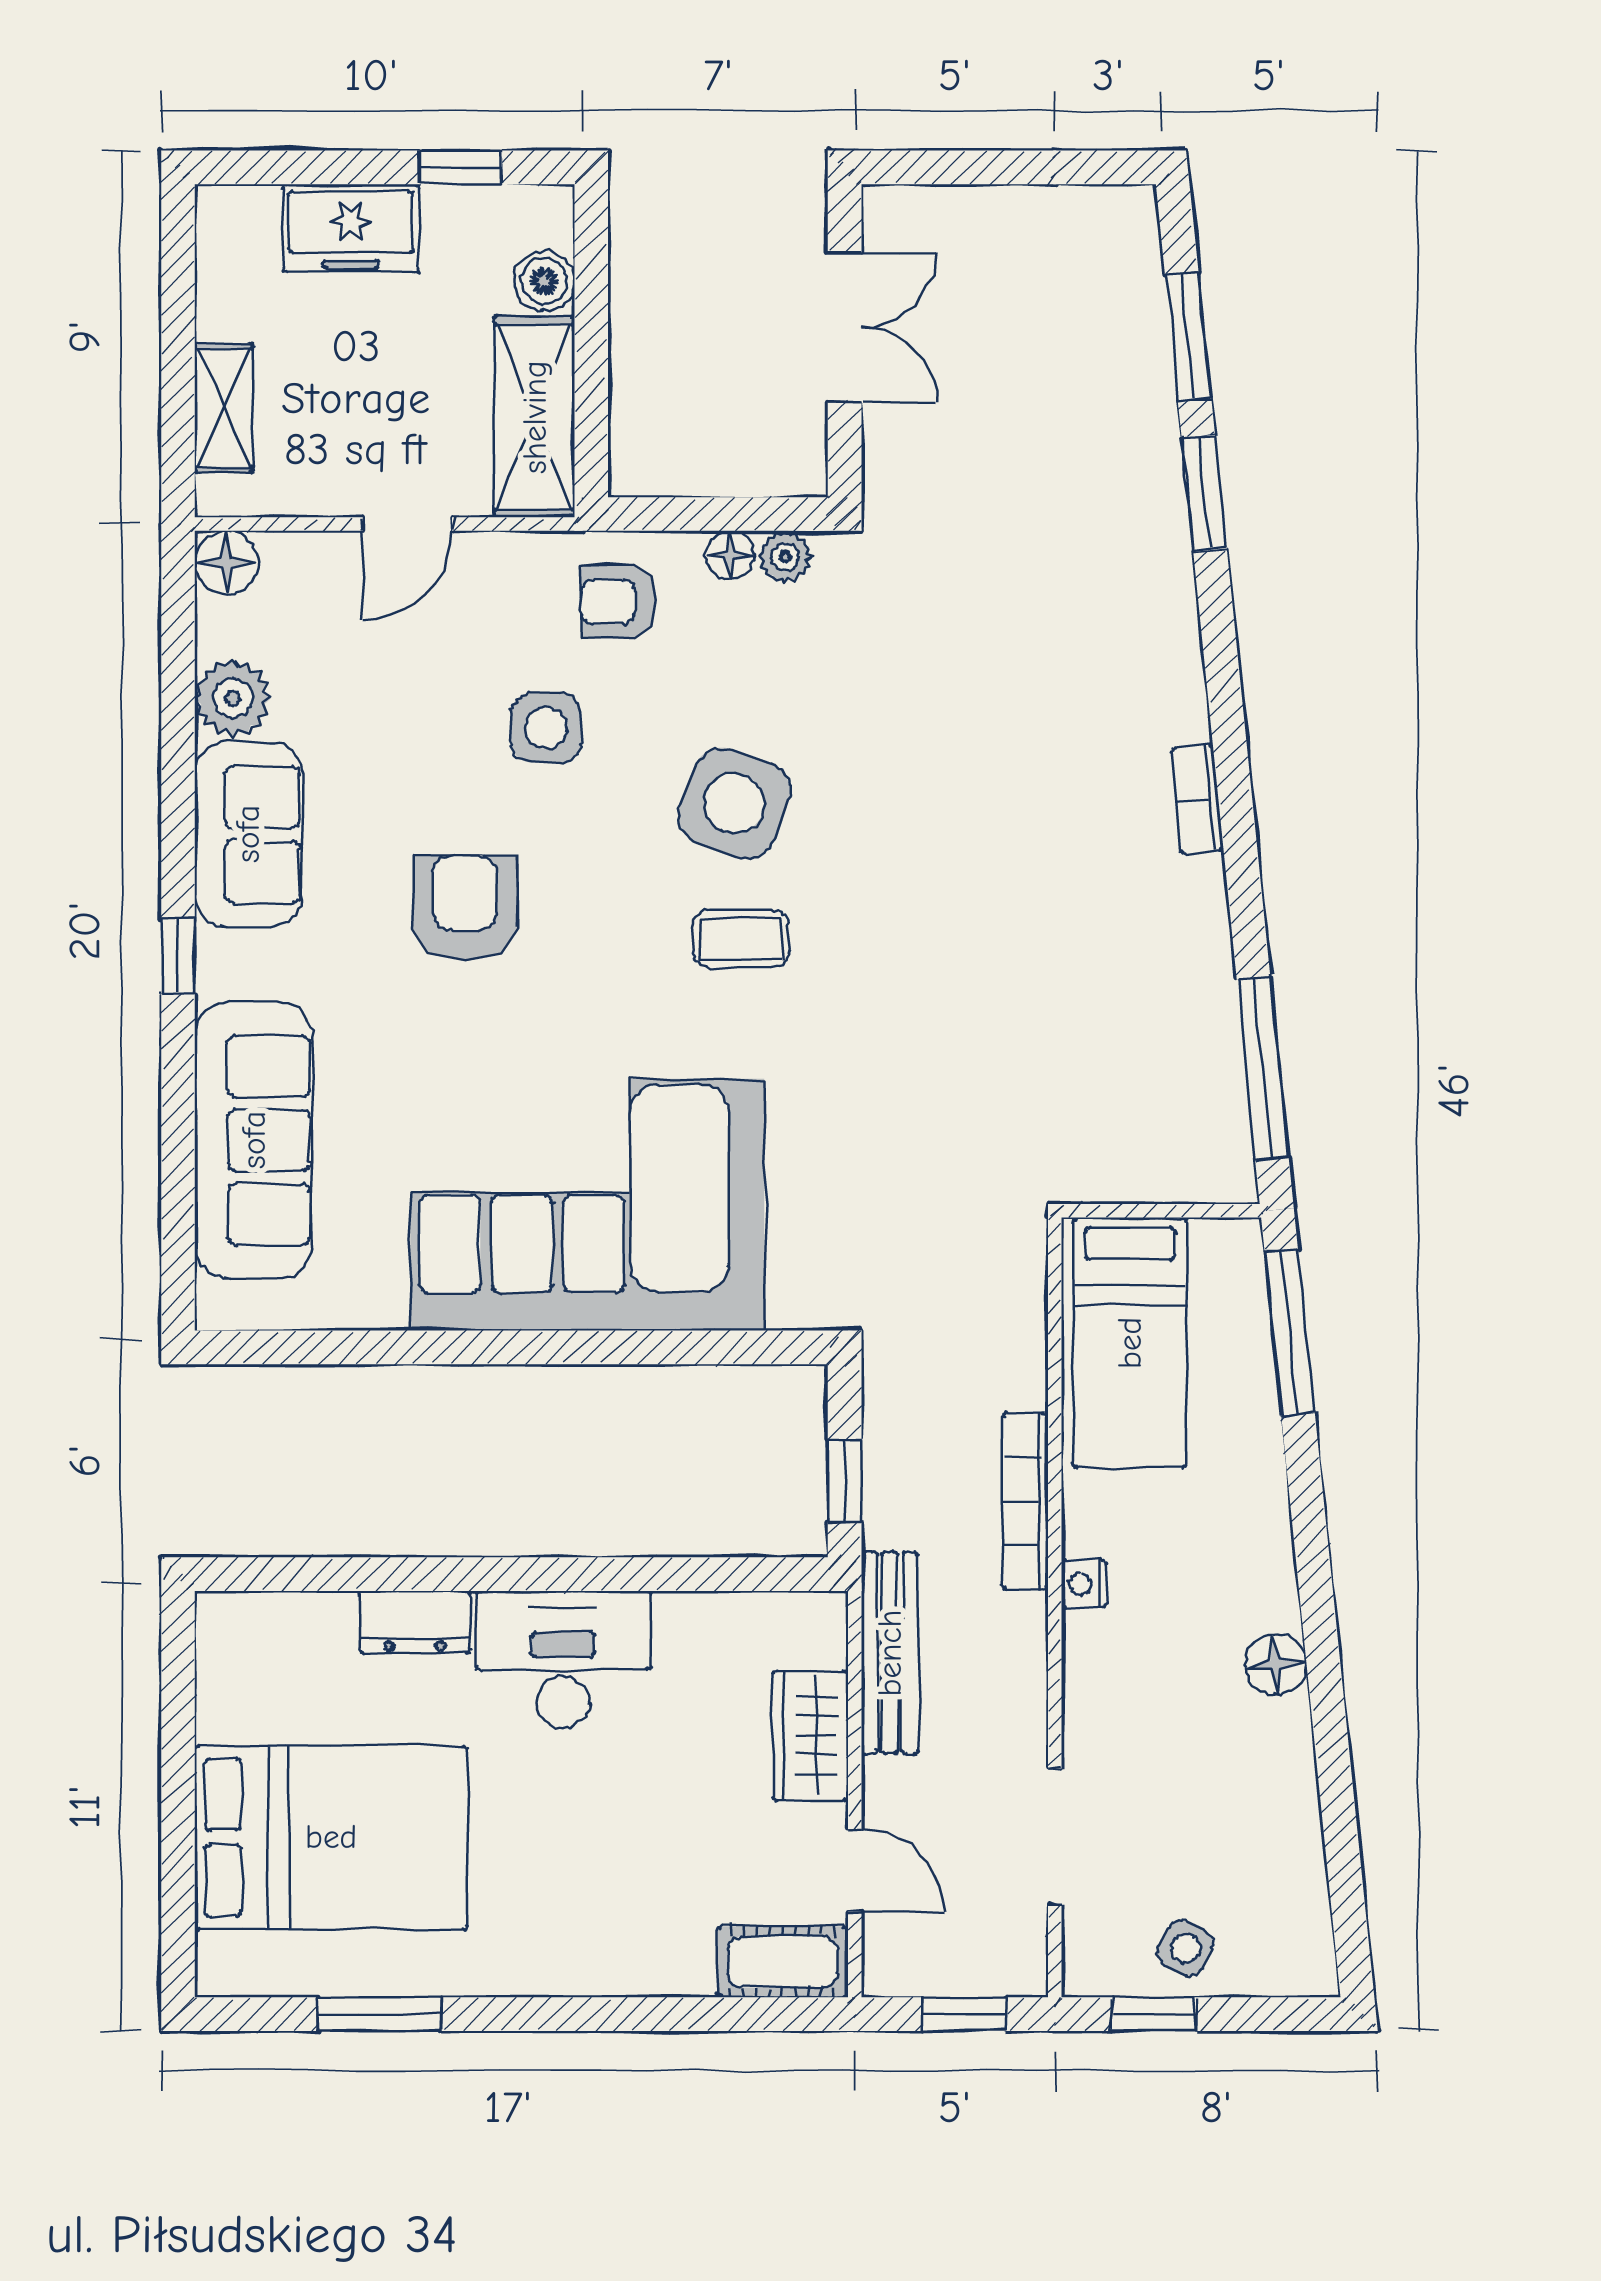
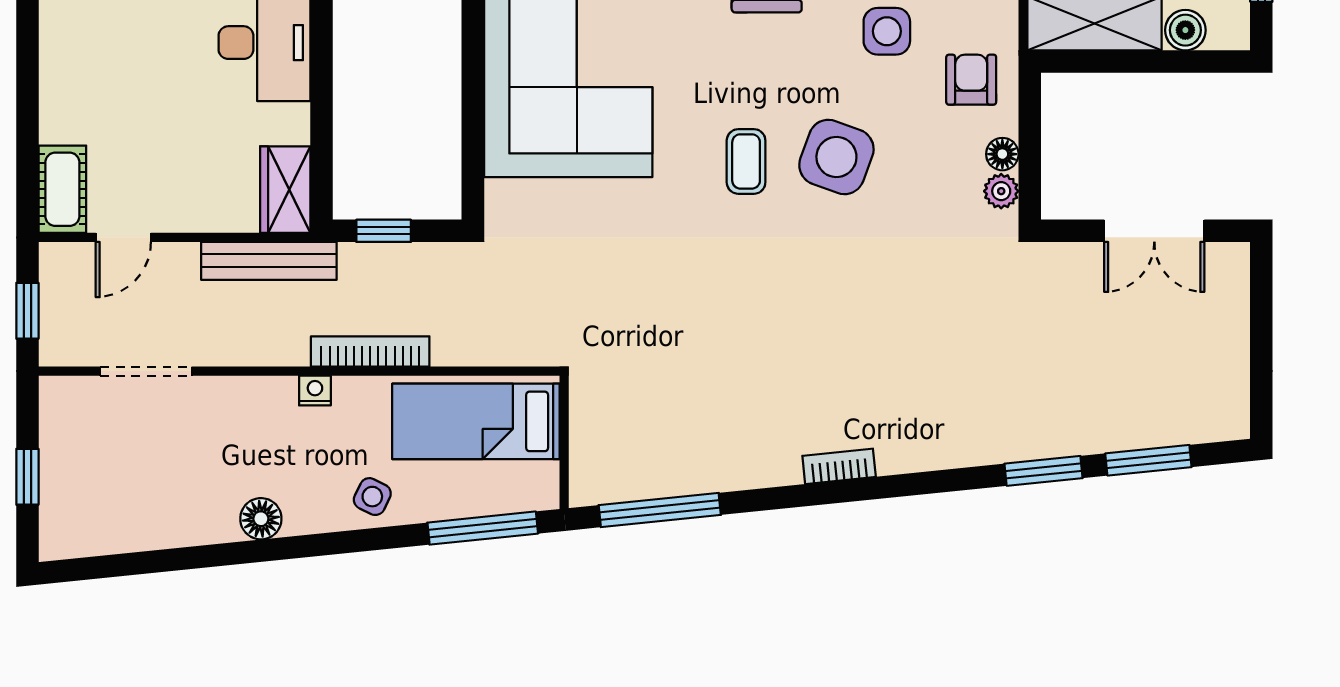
wardrobe: (810, 1735) -> (285, 190), moved, turned -90
side table: (1186, 1948) -> (372, 497), moved
window: (1154, 2014) -> (27, 477), moved

